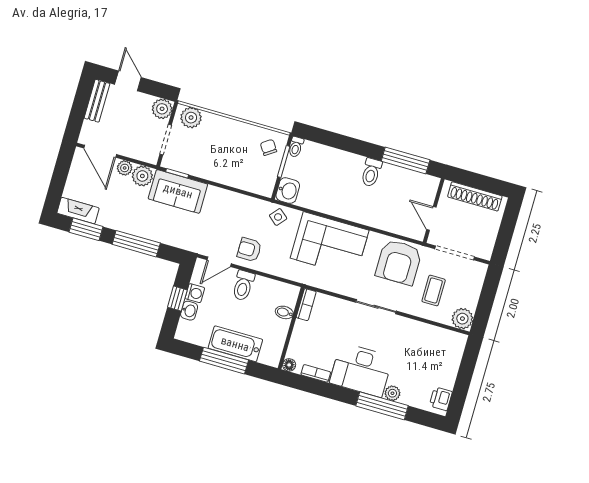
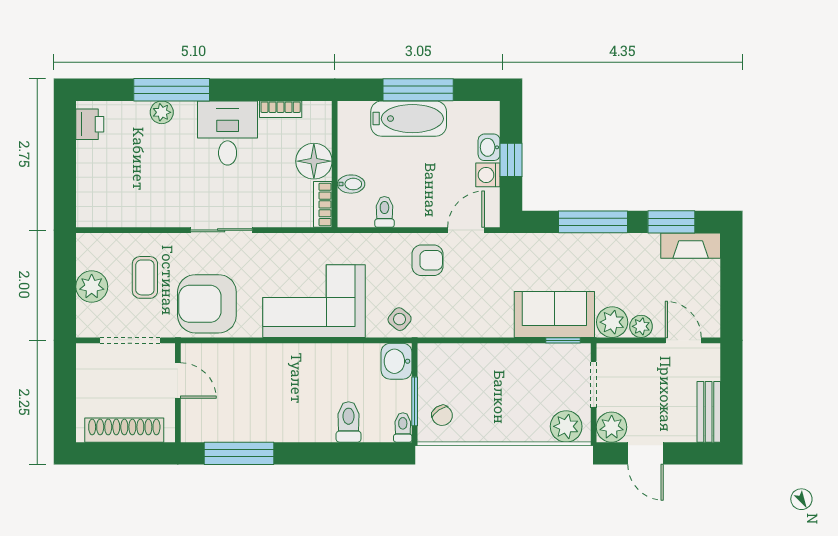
door: (128, 81) -> (646, 453), moved
door: (100, 151) -> (683, 340), width x0.73
toilet: (371, 172) -> (349, 422), moved
armchair: (399, 262) -> (207, 304), turned -90
toilet: (243, 286) -> (384, 212), moved, width x0.73, depth x0.72
plant: (462, 319) -> (92, 287), moved
floor lamp: (289, 365) -> (314, 161), moved, width x1.89, depth x1.89
desk: (361, 370) -> (228, 133), width x0.73

